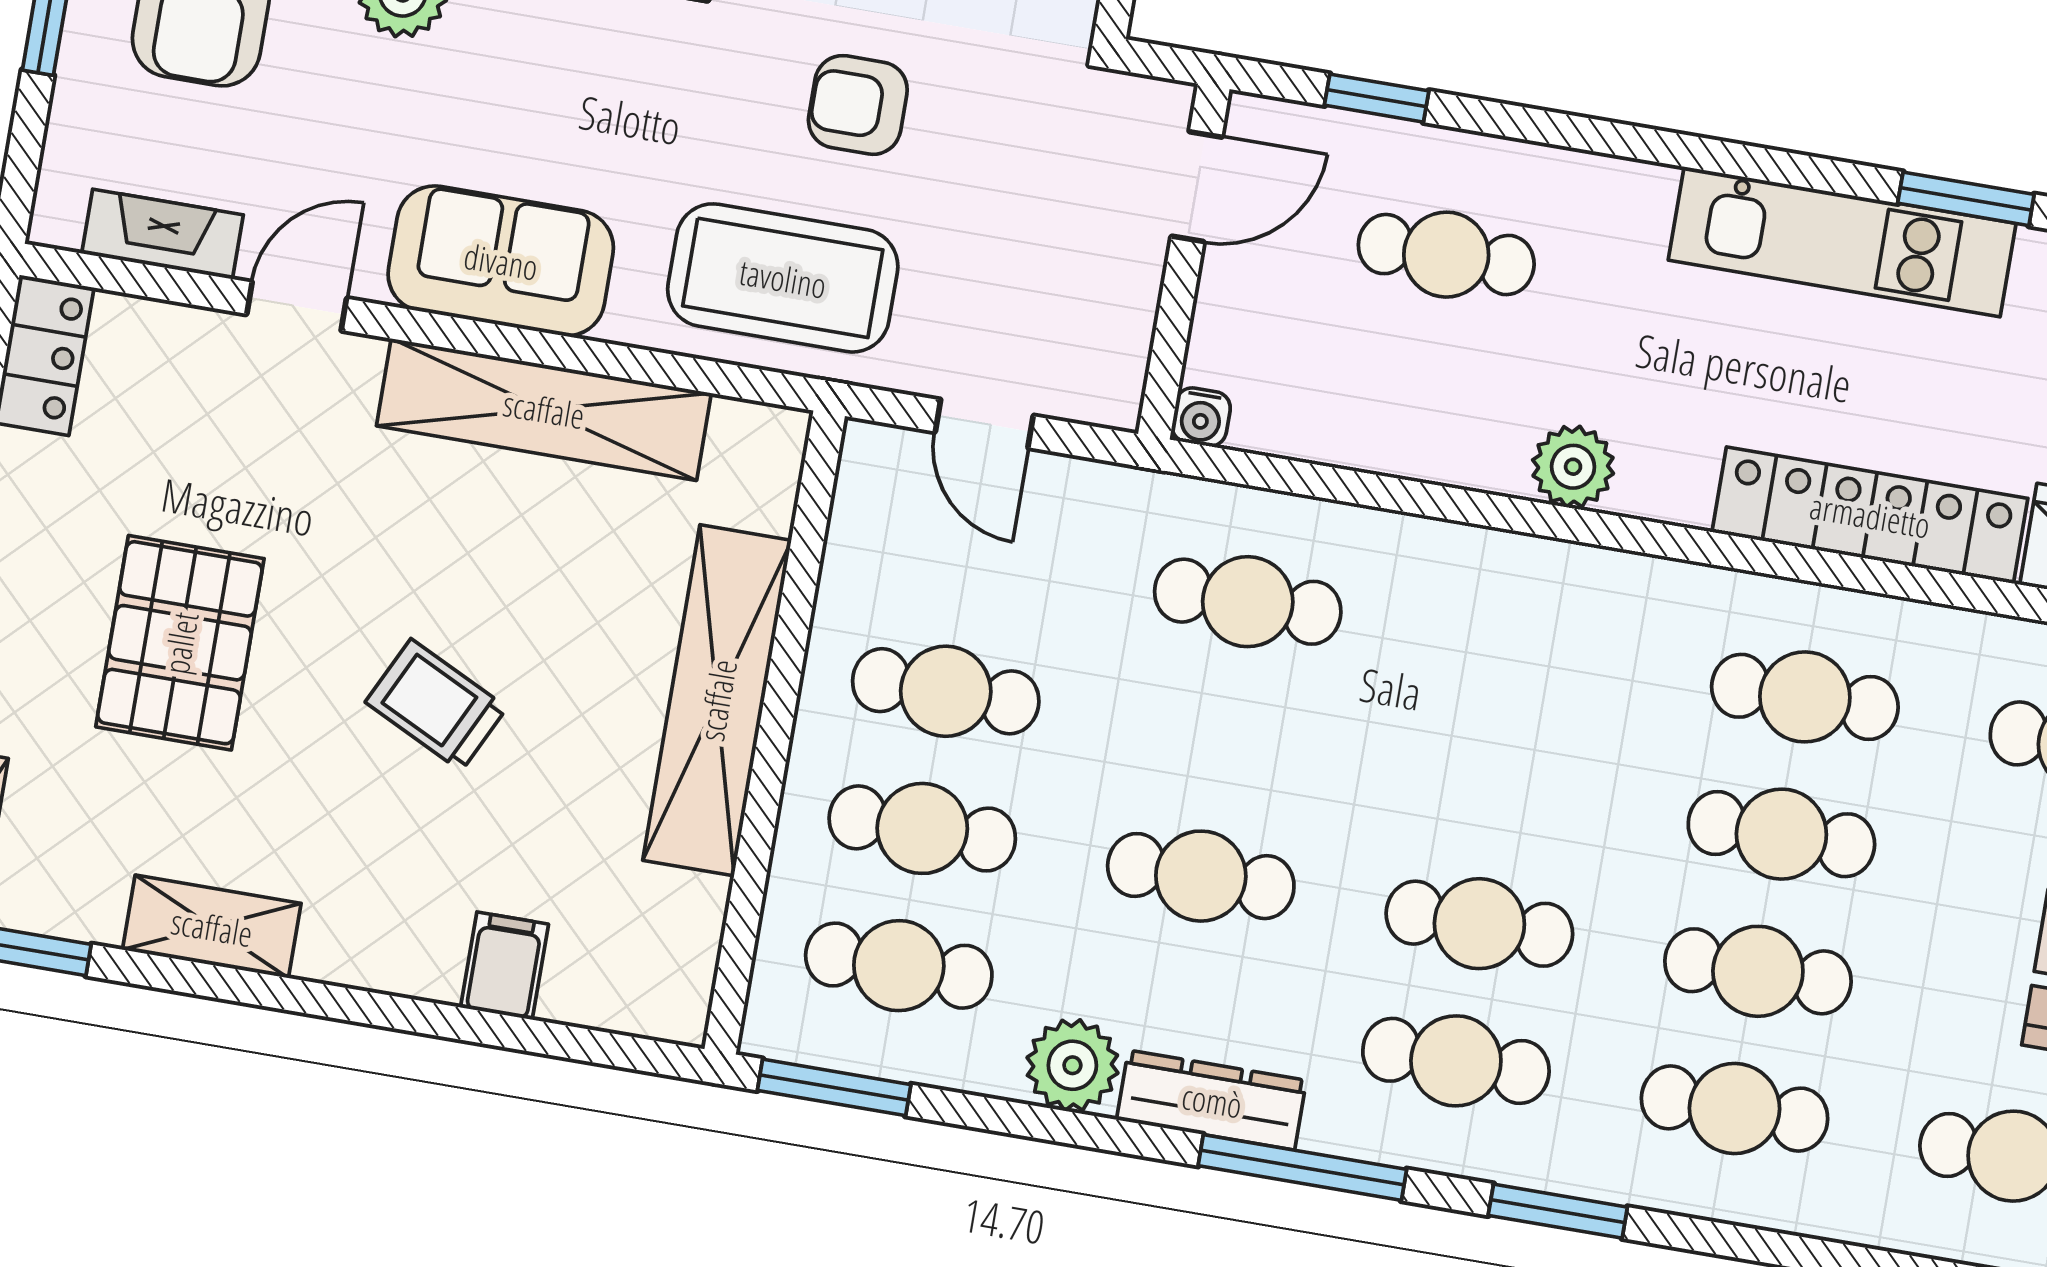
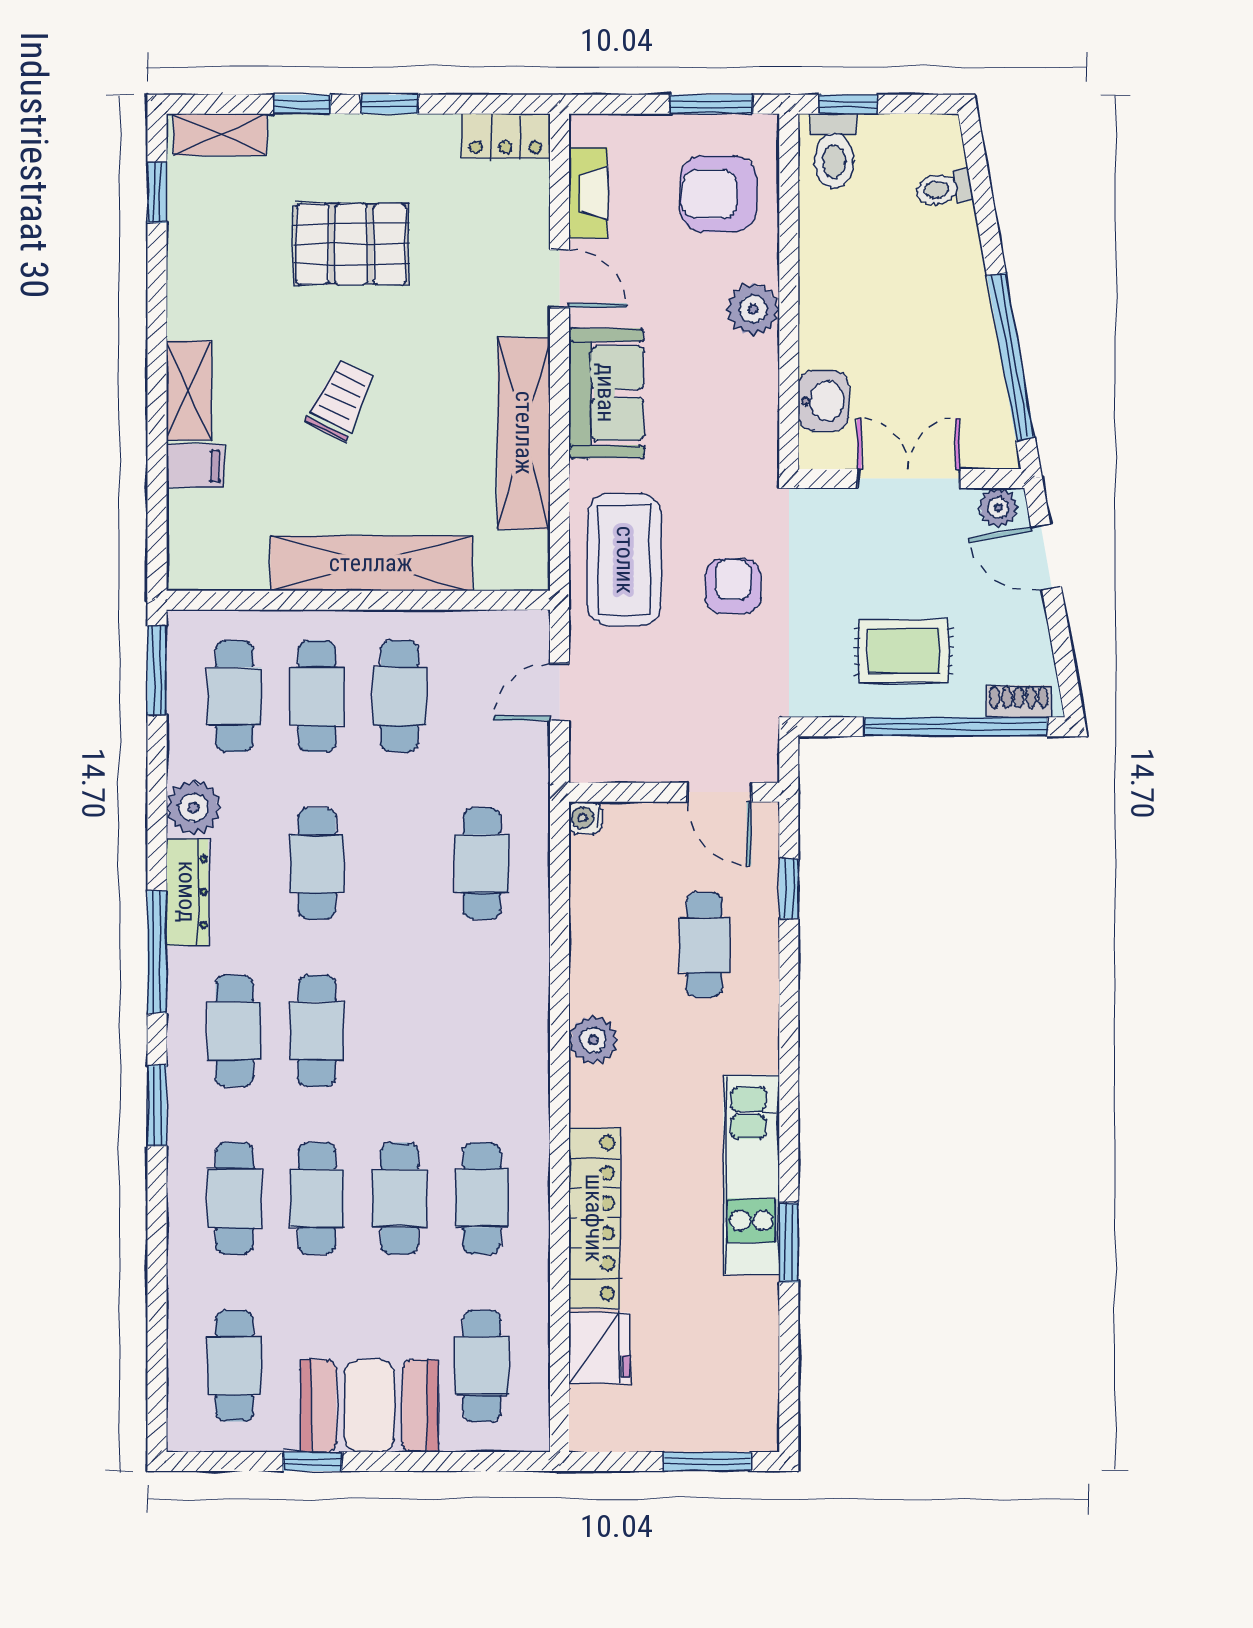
shelving: (212, 927) -> (189, 391), moved

